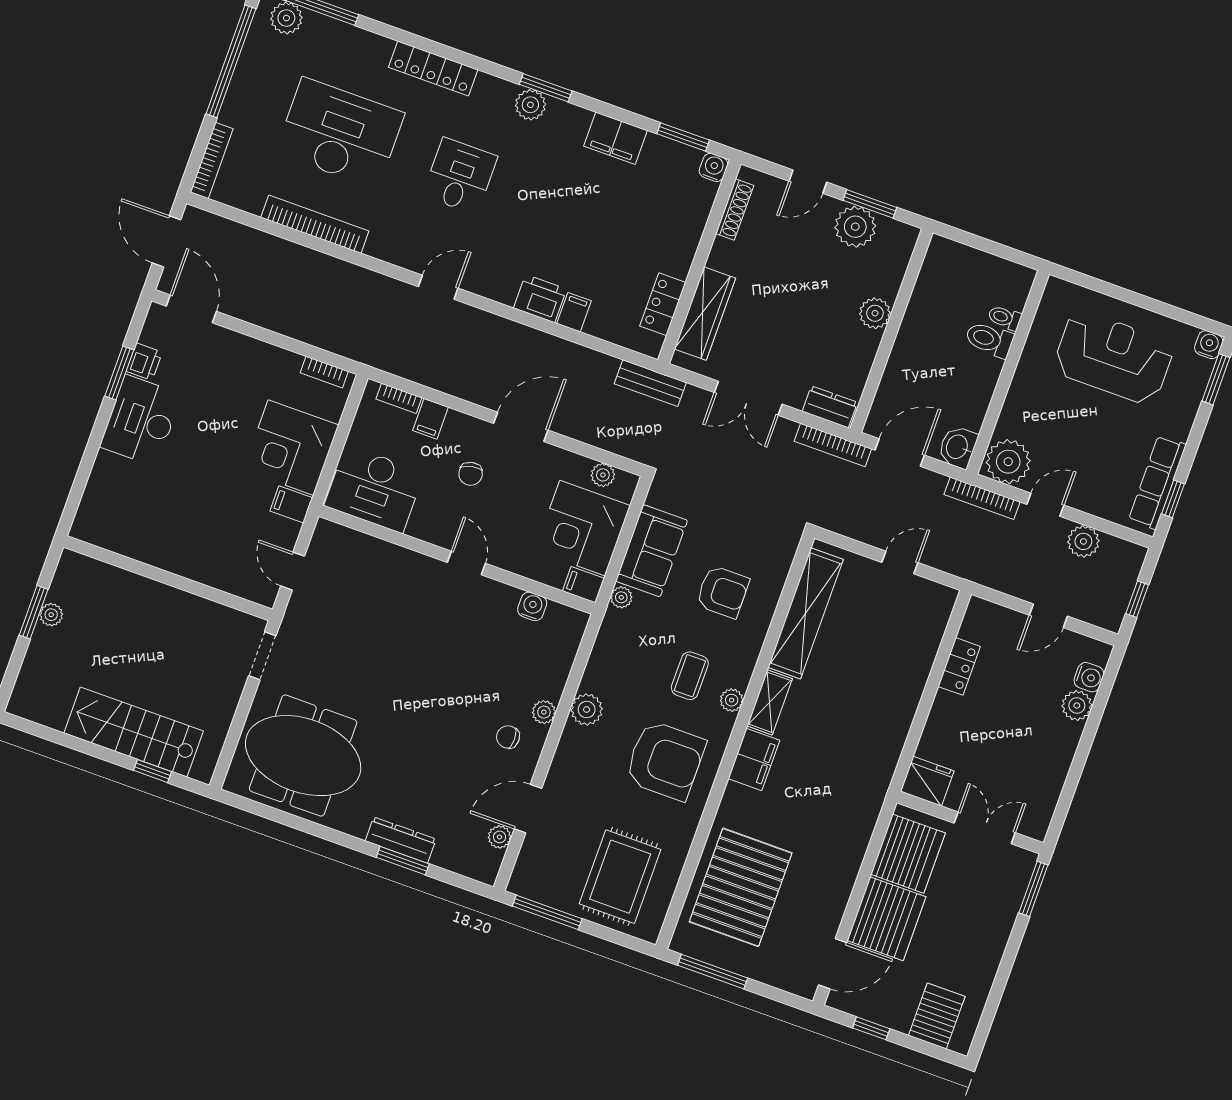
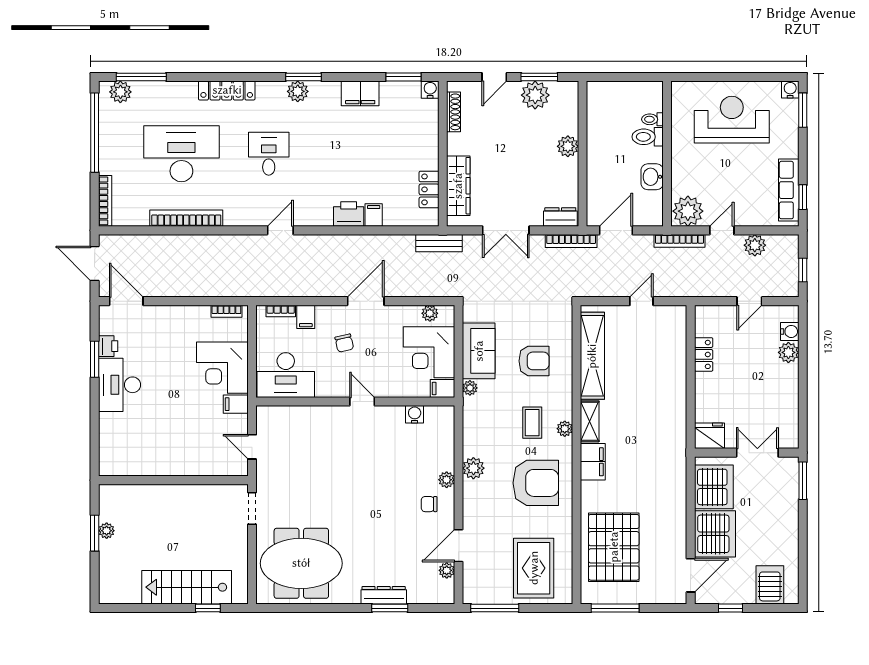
washbasin: (958, 447) -> (652, 177), moved

